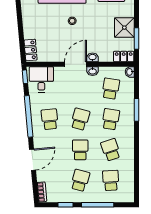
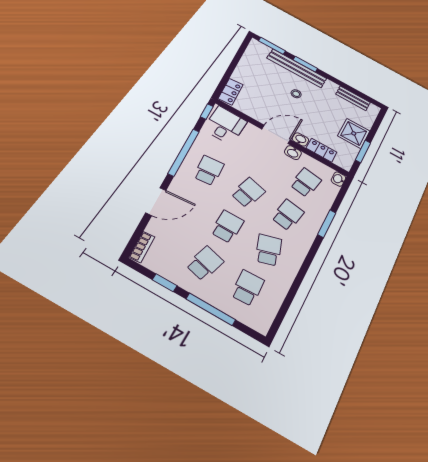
locker: (124, 57) -> (322, 150), moved

